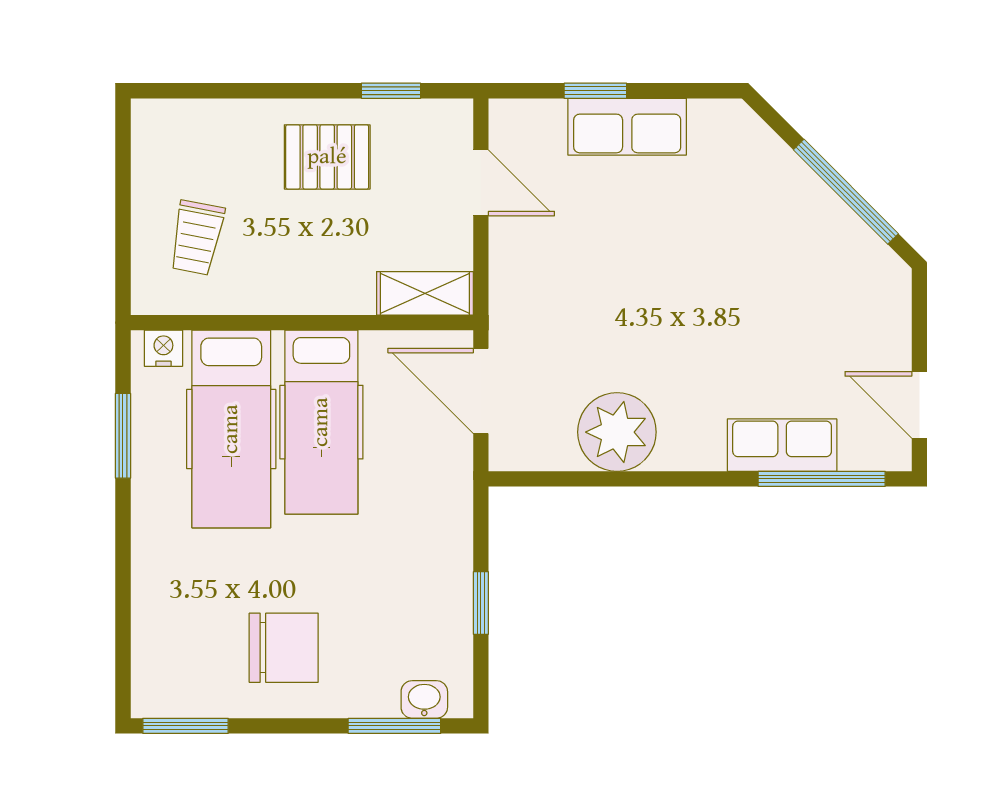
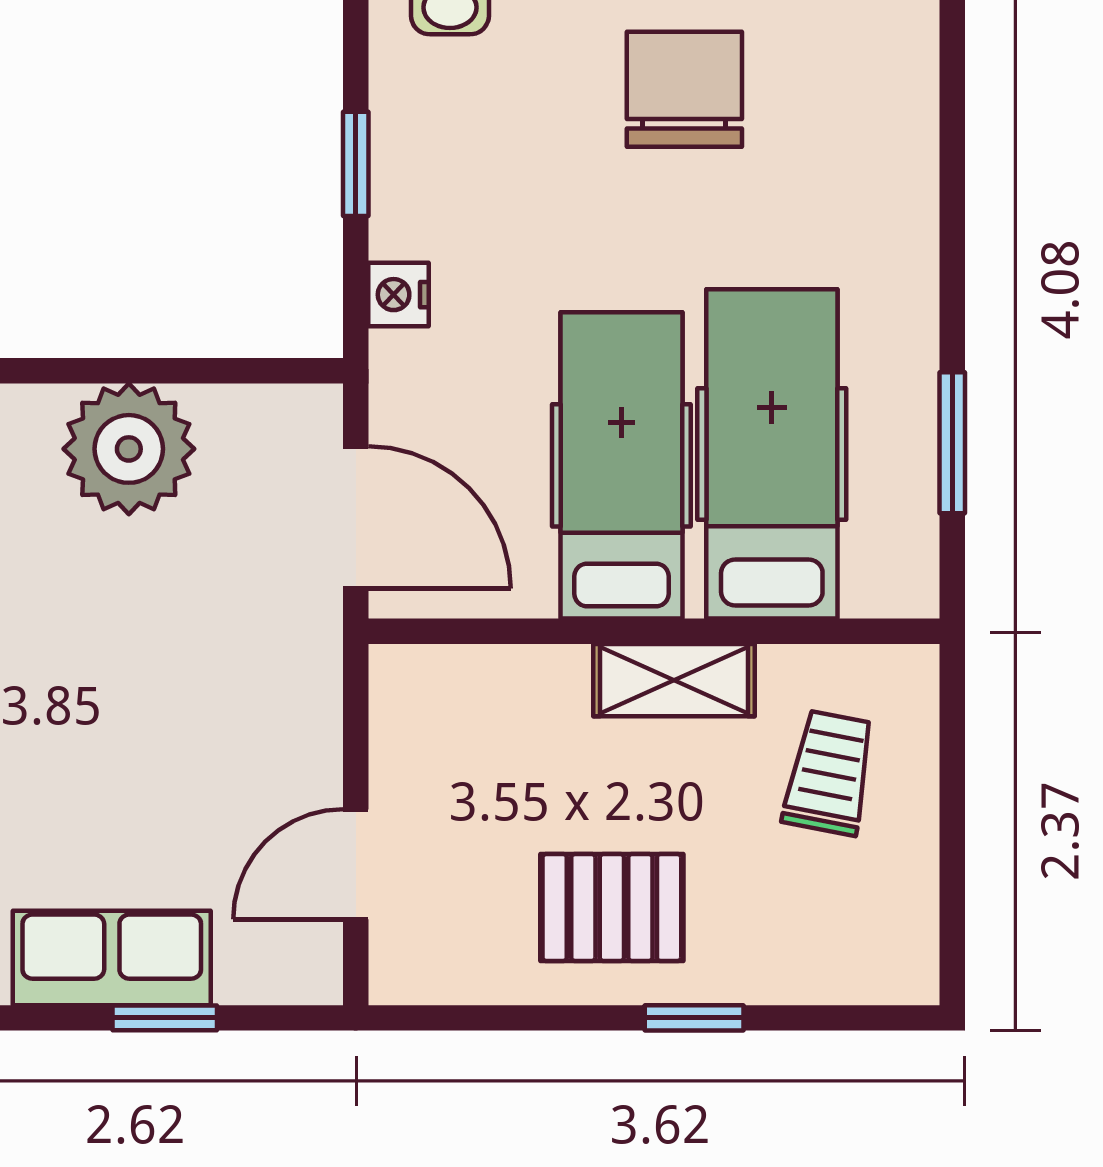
window: (391, 91) -> (694, 1018), moved
door: (481, 183) -> (356, 864), hinge flipped
shelving: (425, 293) -> (674, 680), moved
nightstand: (163, 348) -> (398, 295), moved, turned 90
chair: (284, 648) -> (684, 89), turned 90

